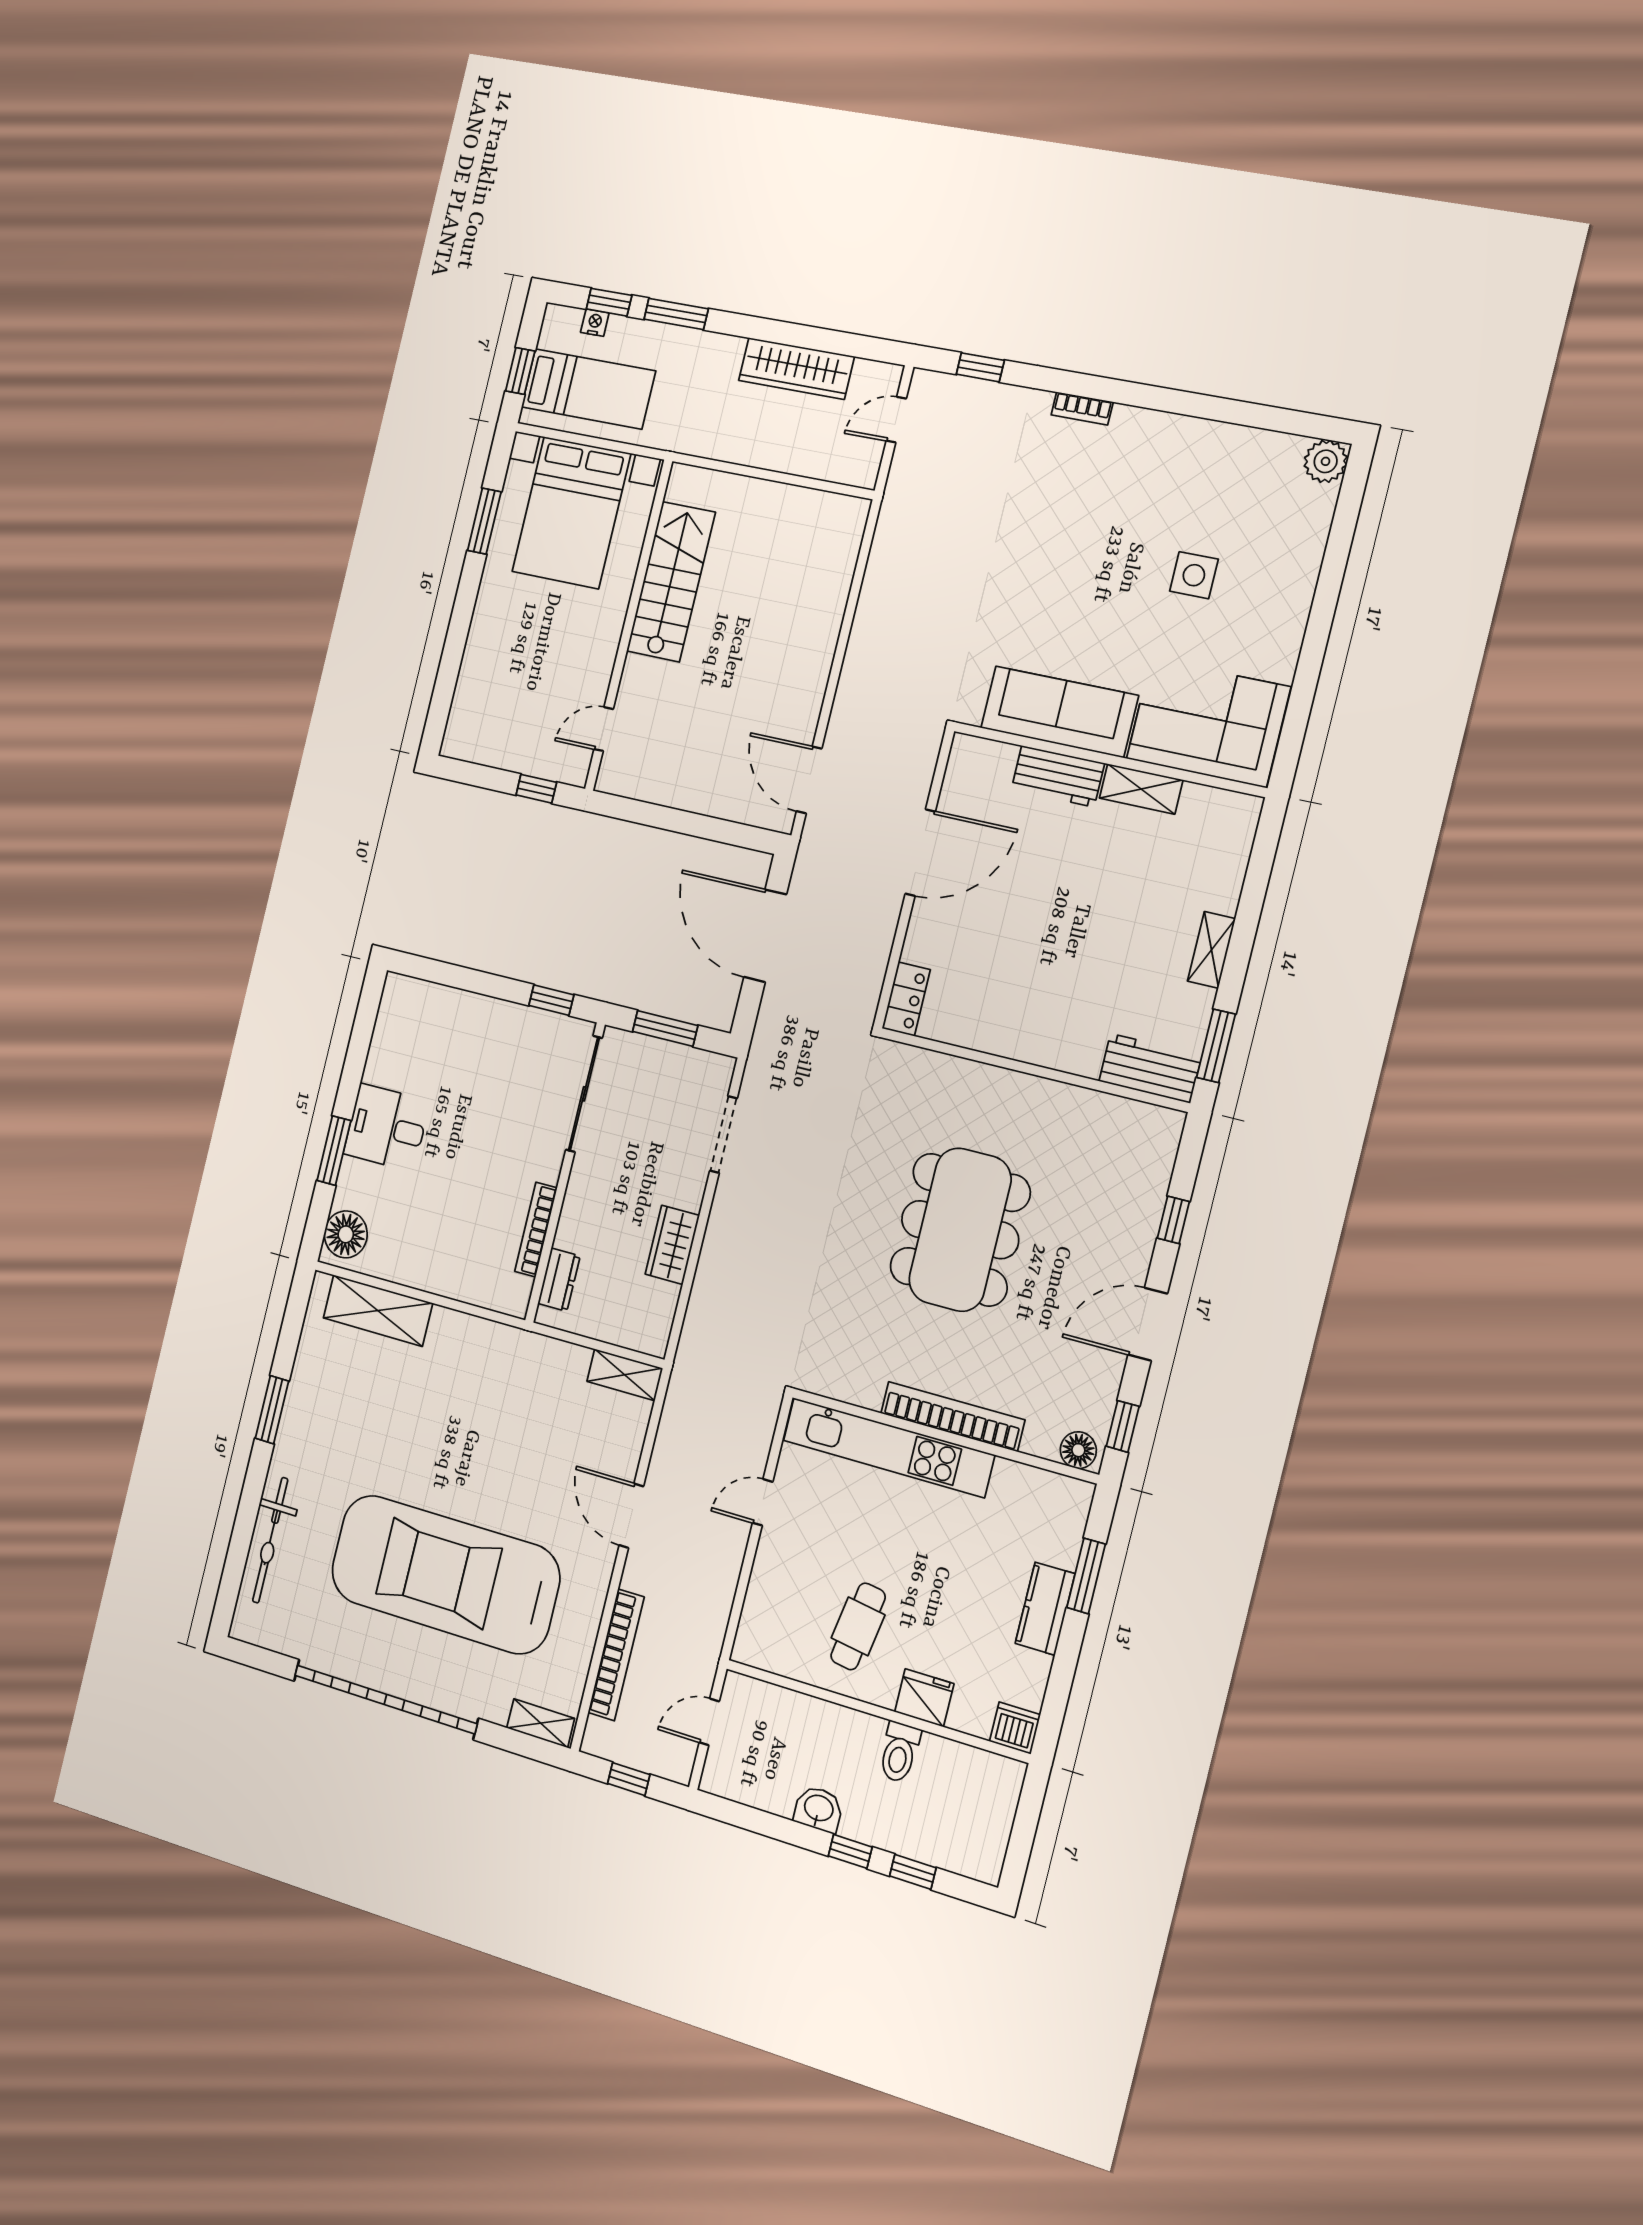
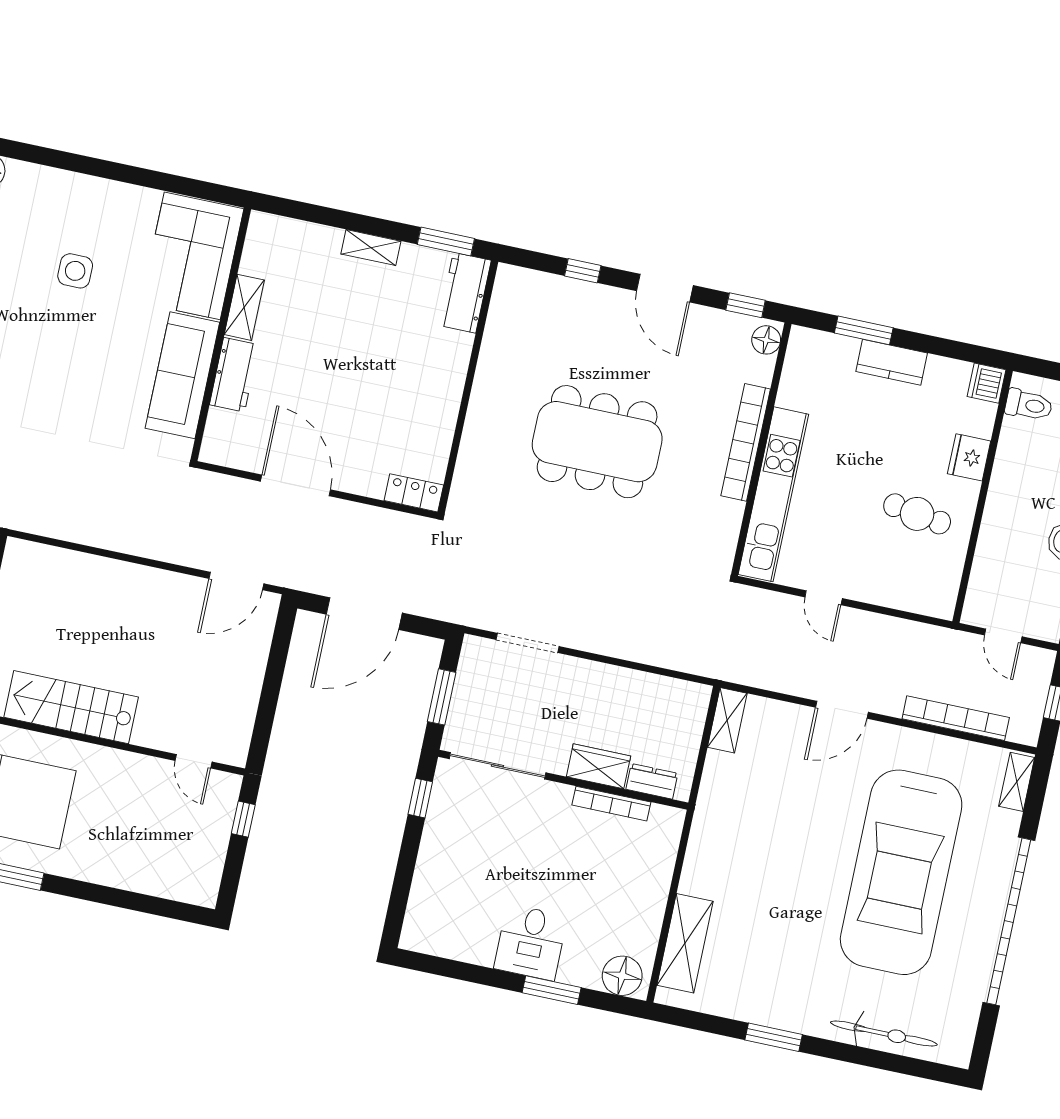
wardrobe: (672, 1245) -> (599, 766), moved, turned 180
toilet: (899, 1752) -> (1029, 405), moved

